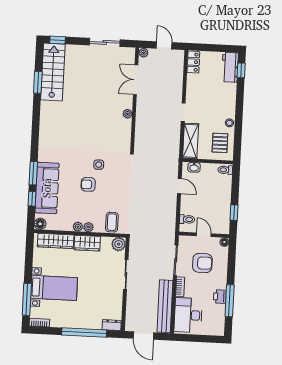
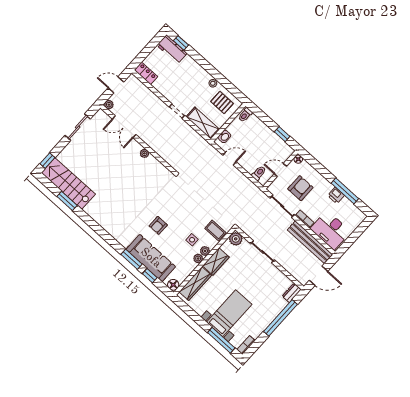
side table: (99, 165) -> (192, 240), moved
armchair: (88, 184) -> (158, 225), moved

